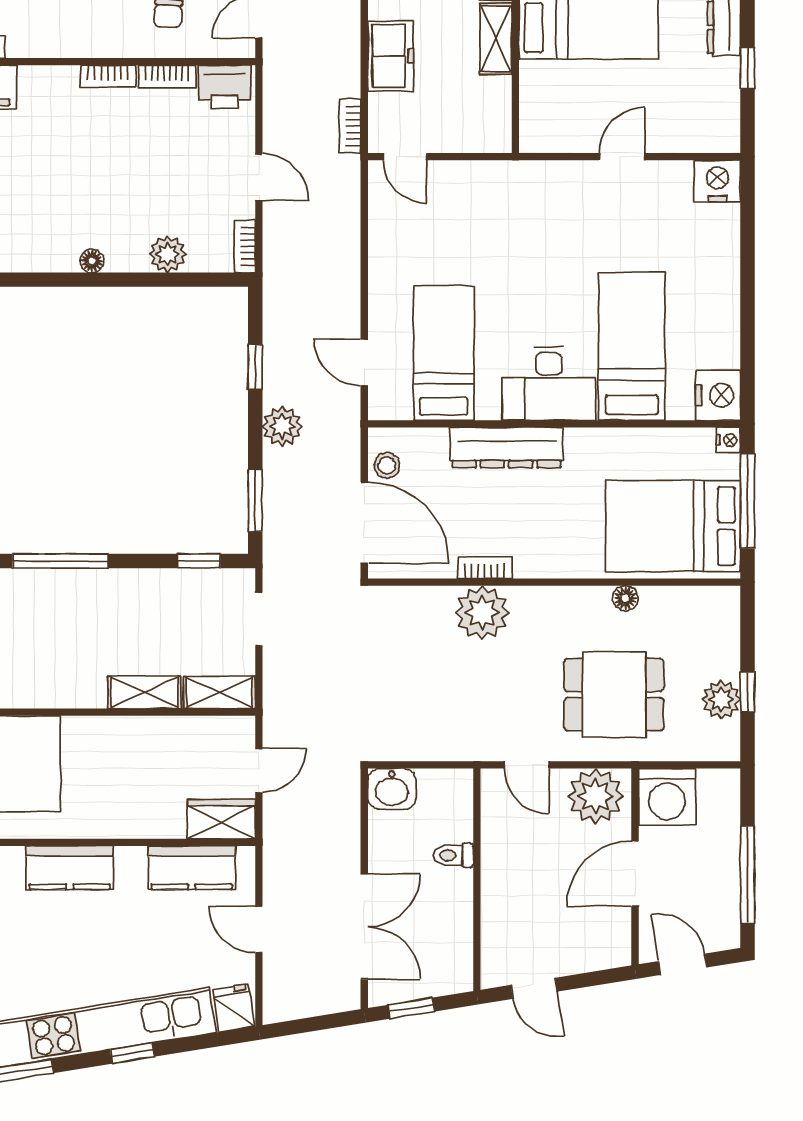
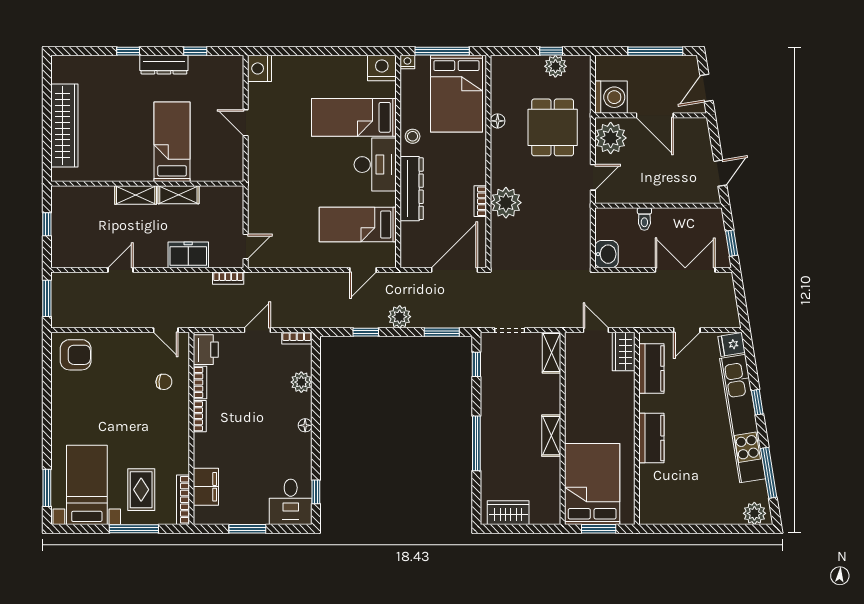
stool: (387, 465) -> (413, 136), moved
shelving: (144, 692) -> (551, 436), moved

